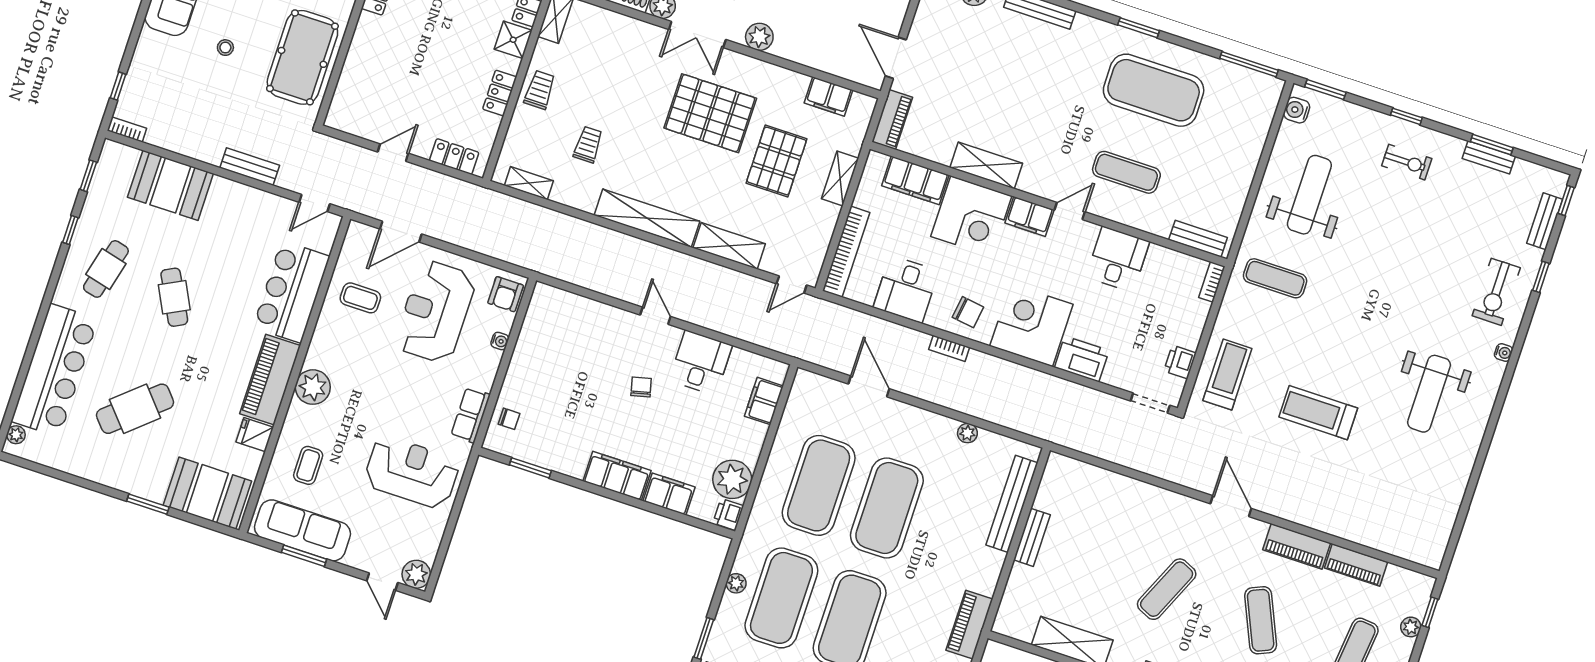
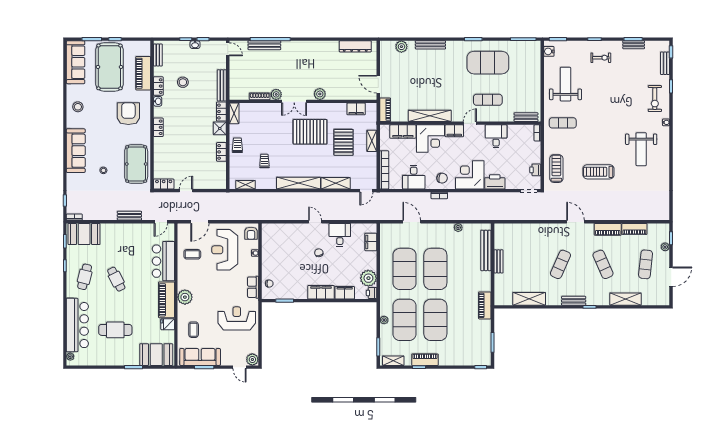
locker: (454, 157) -> (164, 184), moved
shelving: (986, 165) -> (430, 116), width x1.47
booth: (170, 185) -> (84, 234), moved
cafe table: (135, 409) -> (115, 330), turned 41

